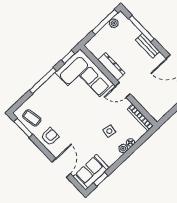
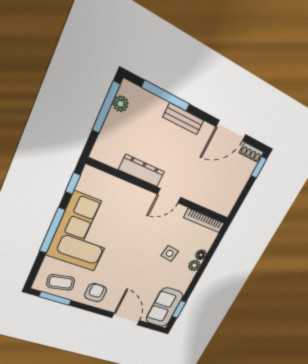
corner sofa: (84, 78) -> (84, 232), moved, turned -90

